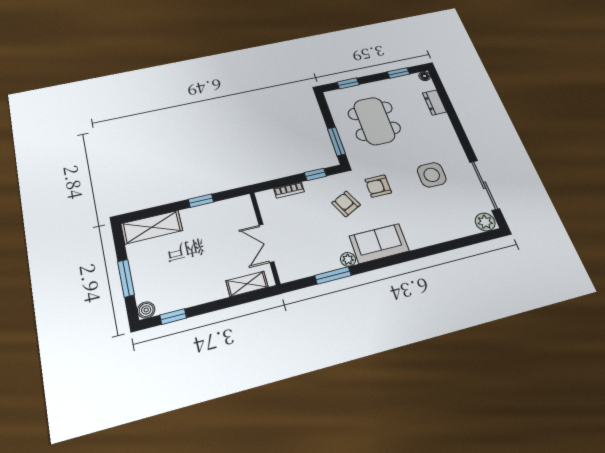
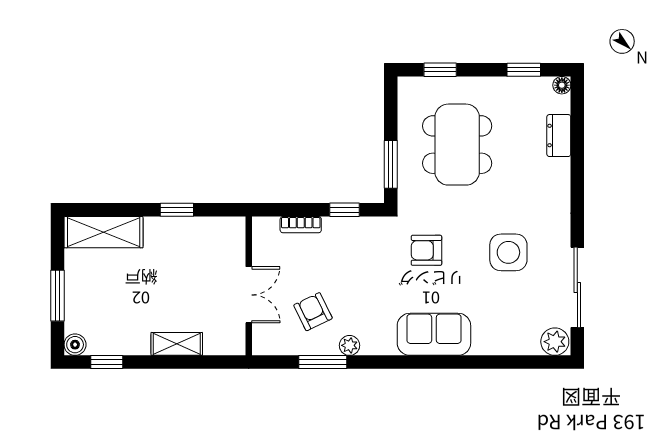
armchair: (346, 204) -> (313, 312), moved
double door: (266, 243) -> (249, 295), swing flipped
sofa: (379, 243) -> (434, 334), moved
shelving: (247, 284) -> (177, 344), moved

